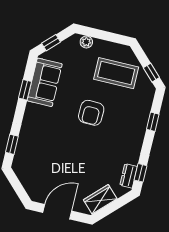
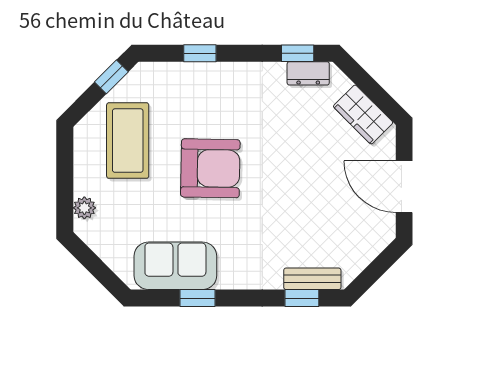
window: (51, 43) -> (101, 272), removed
armchair: (91, 113) -> (210, 168), width x1.36, depth x1.36
bench: (21, 152) -> (312, 279), added

